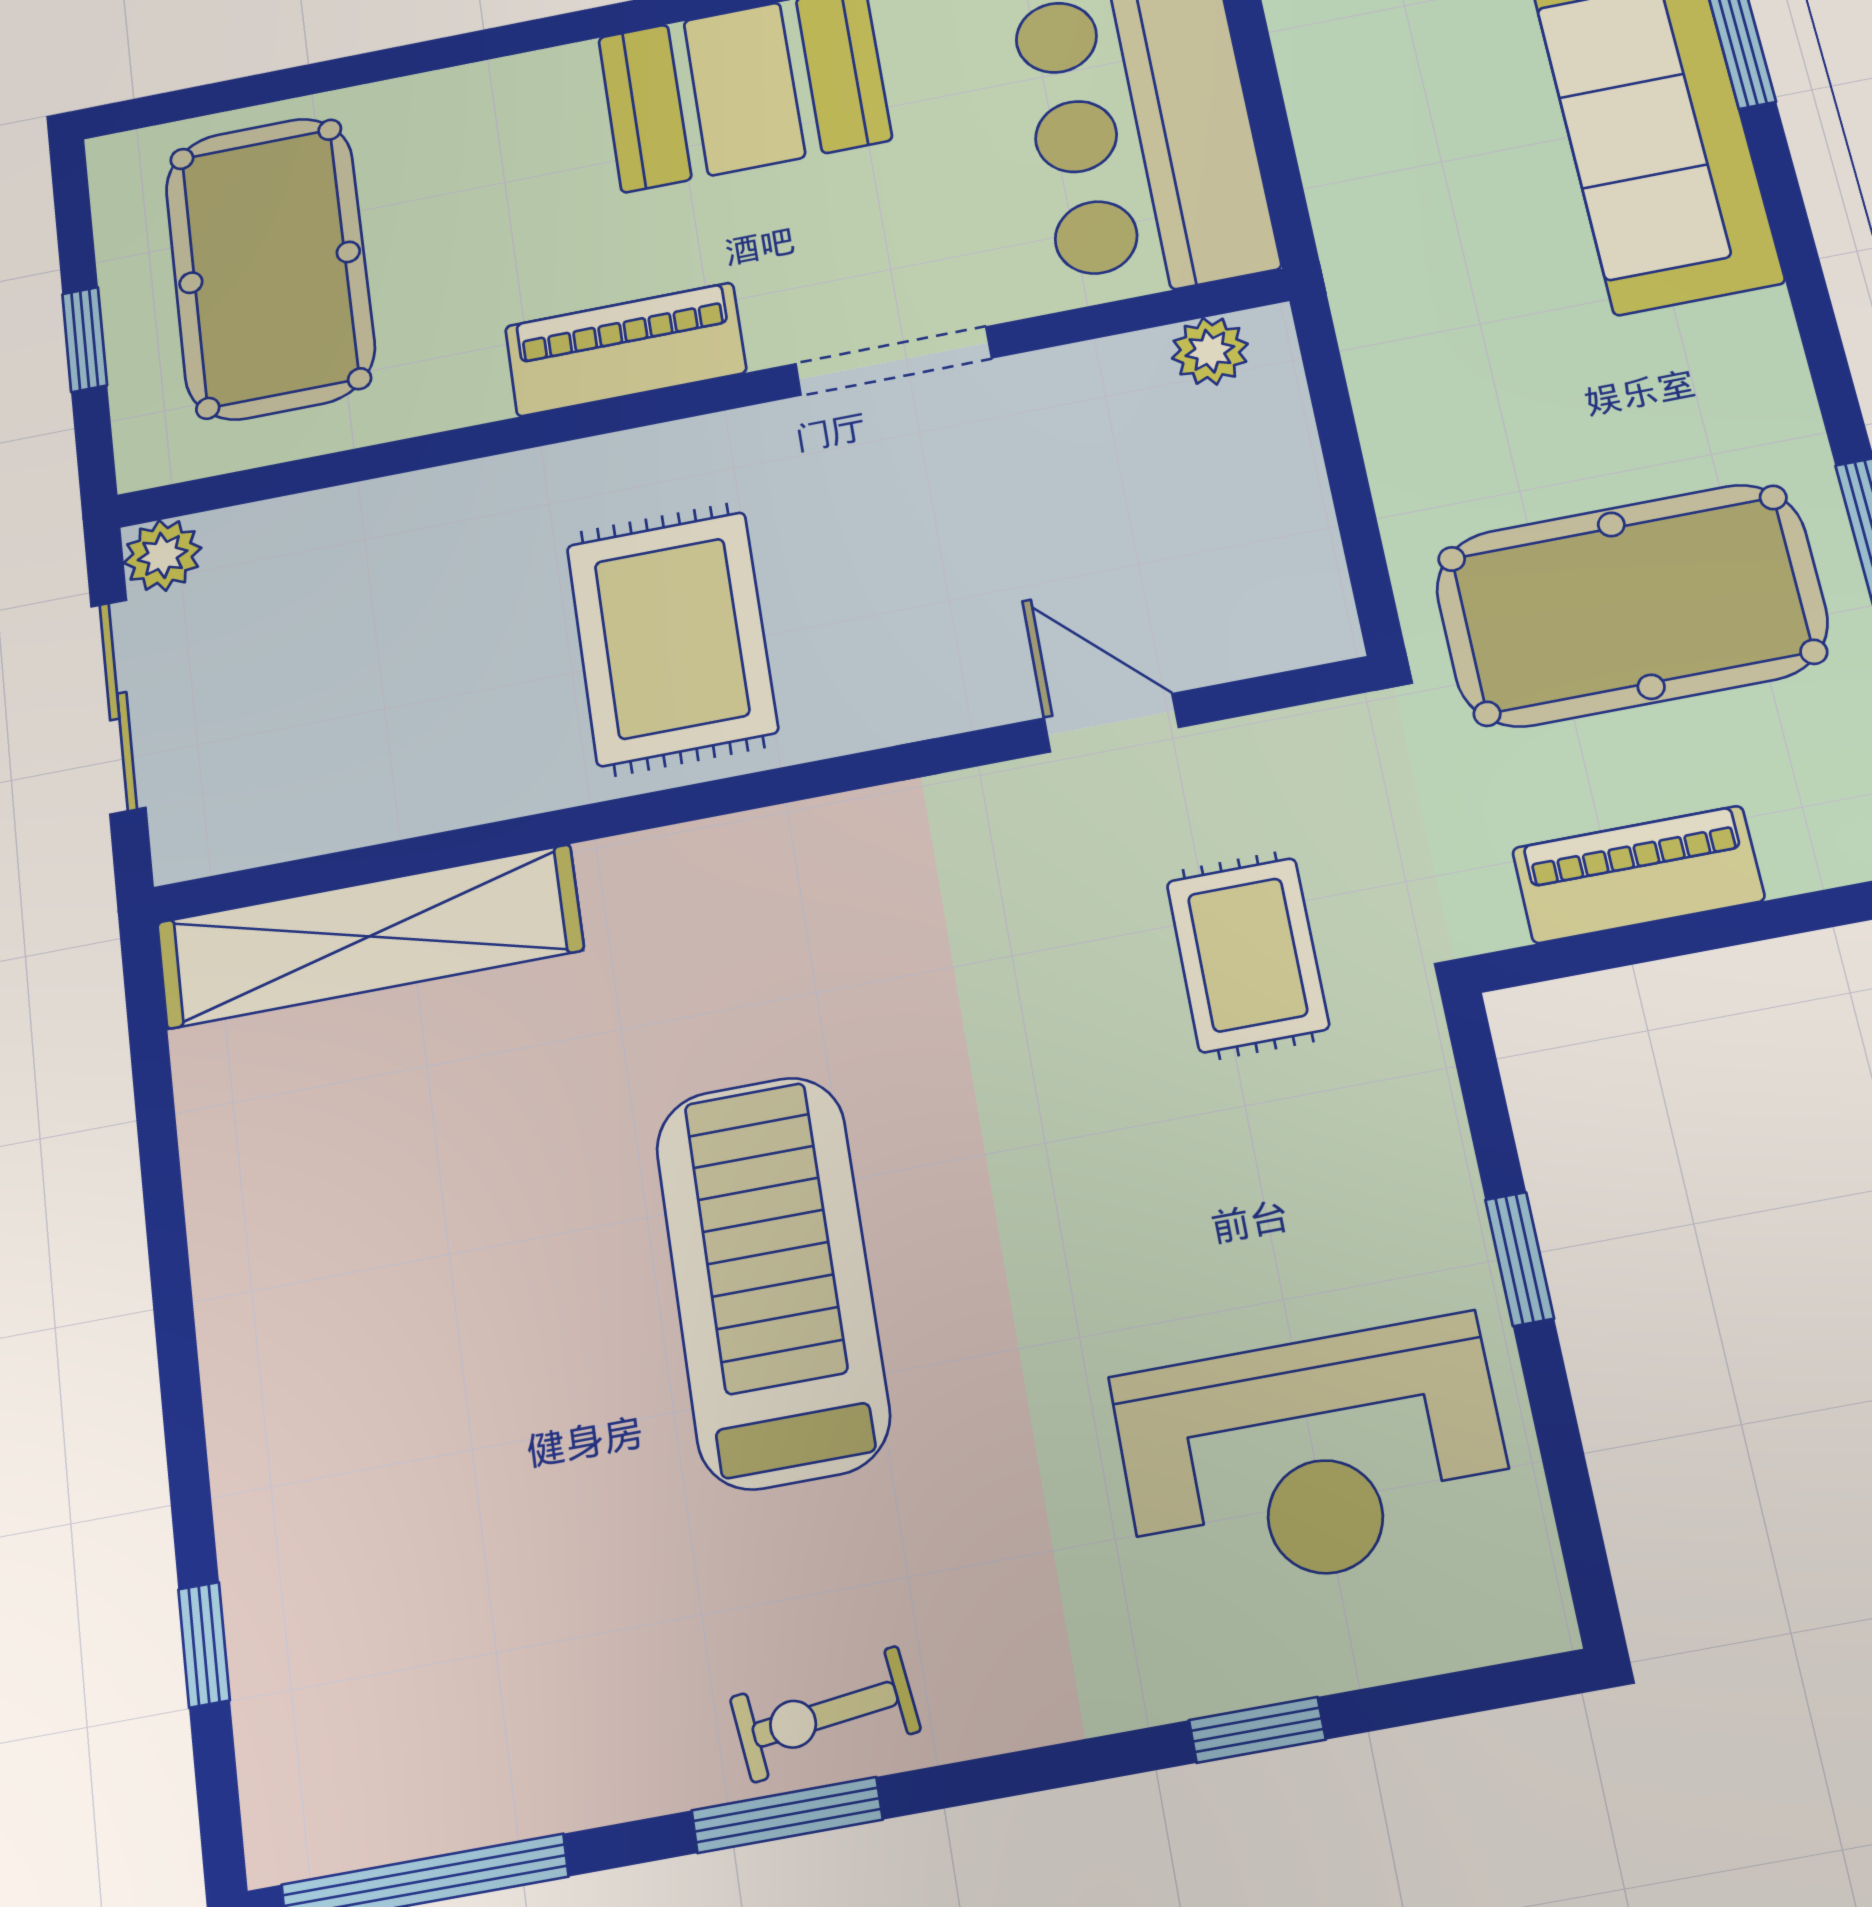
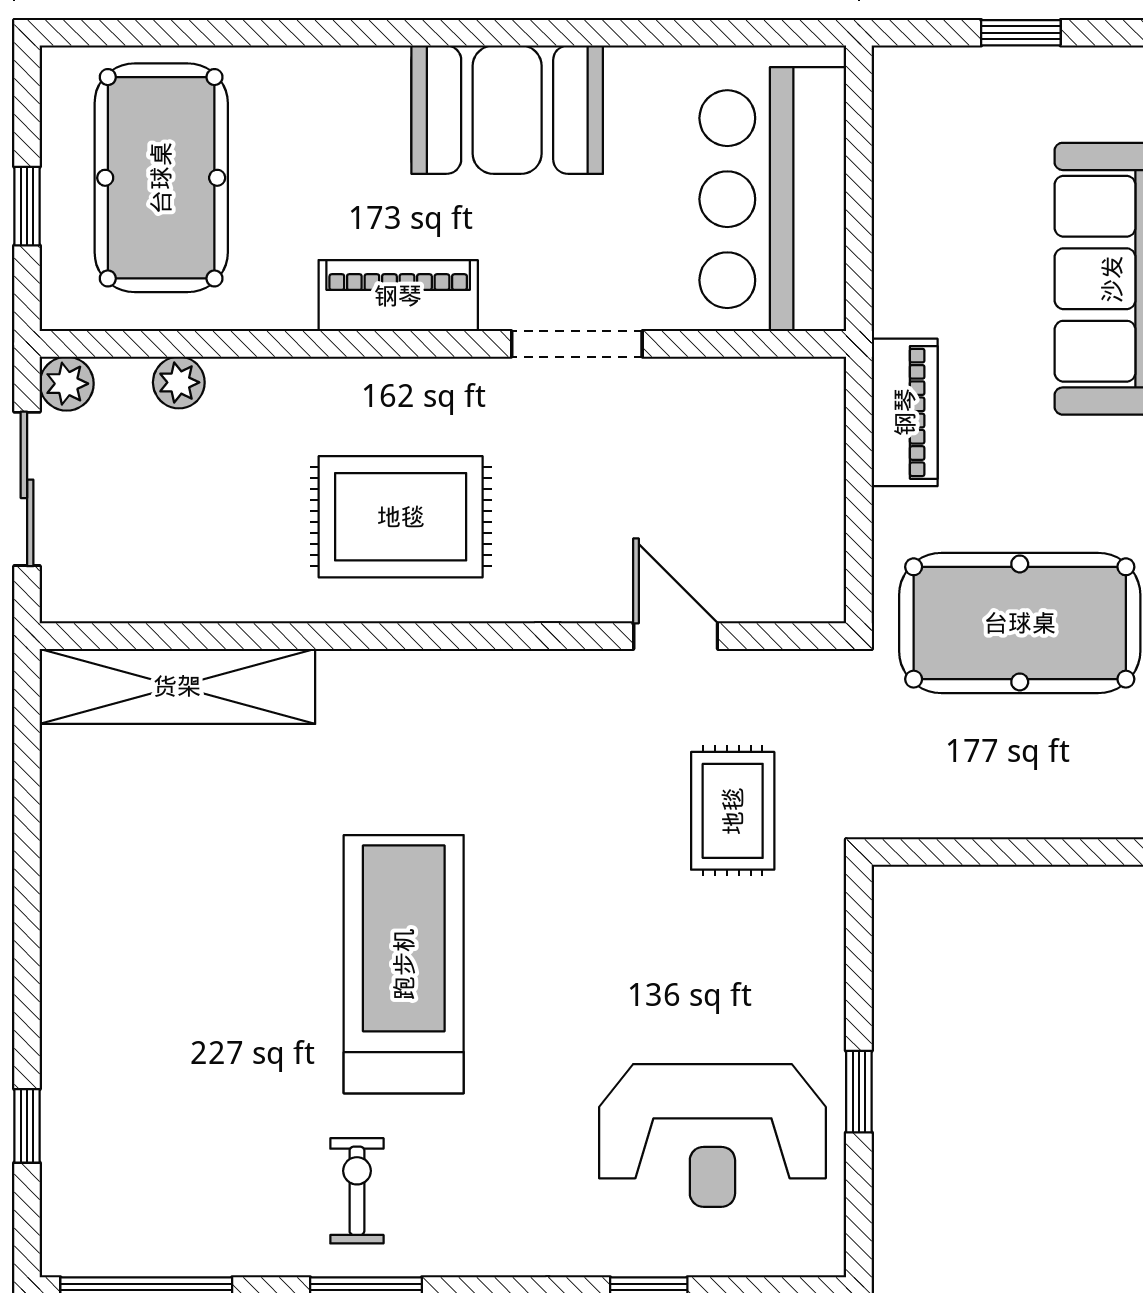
plant: (1210, 351) -> (179, 382), moved
rug: (672, 638) -> (401, 517), turned 90
piano: (1638, 874) -> (905, 412), moved, turned 90
window: (1520, 1259) -> (859, 1092), moved
exercise bike: (825, 1714) -> (357, 1191), moved, turned 97

